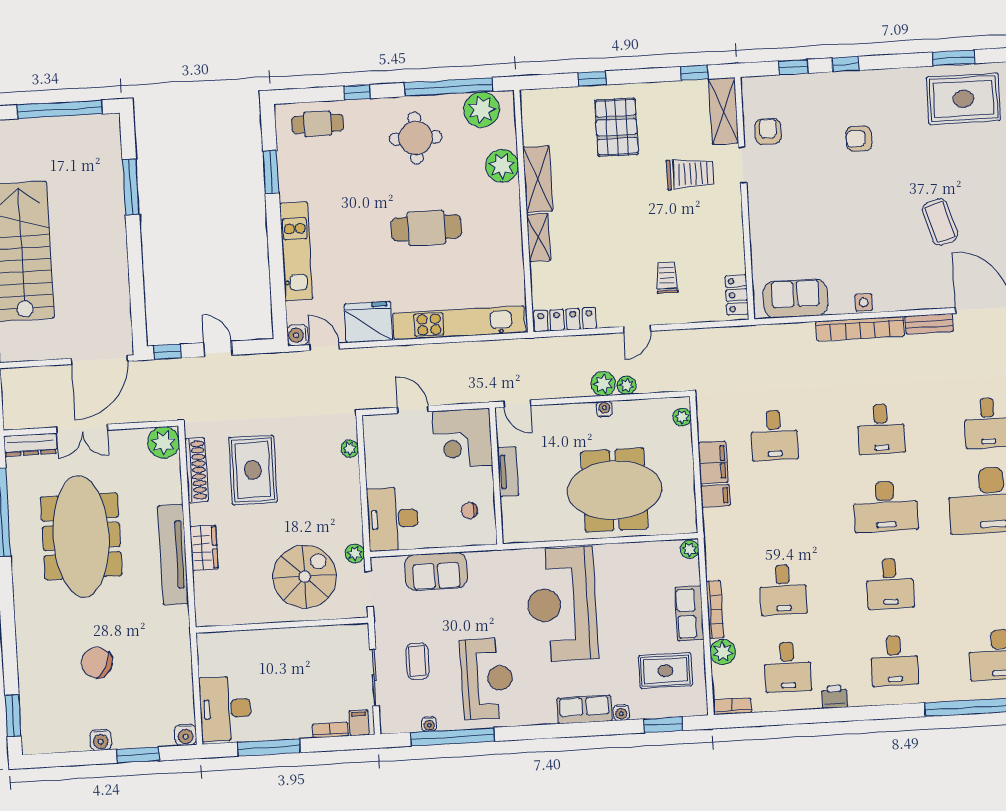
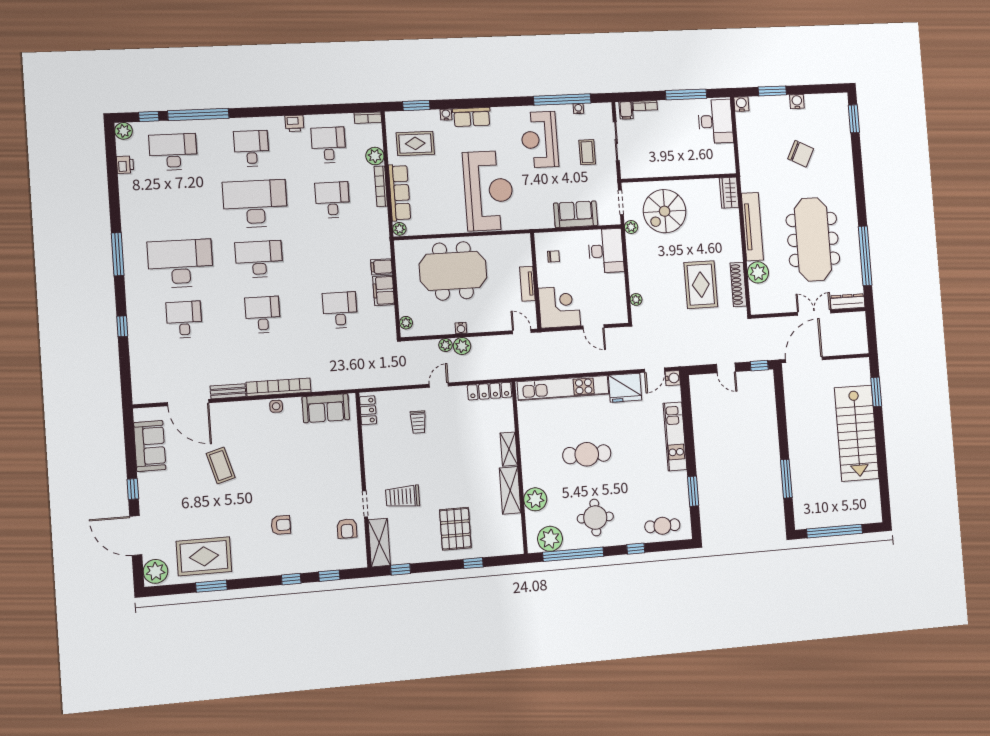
door: (325, 347) -> (654, 370), hinge flipped
plant: (164, 442) -> (758, 272), moved
wardrobe: (204, 548) -> (729, 193), moved
desk: (890, 584) -> (255, 204), width x1.87, depth x1.30
row of seats: (689, 613) -> (400, 193), width x1.48

